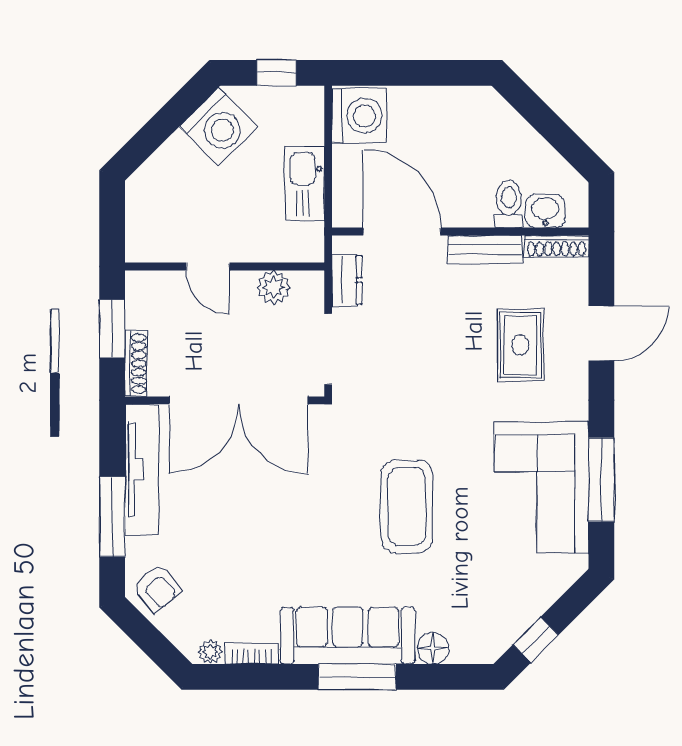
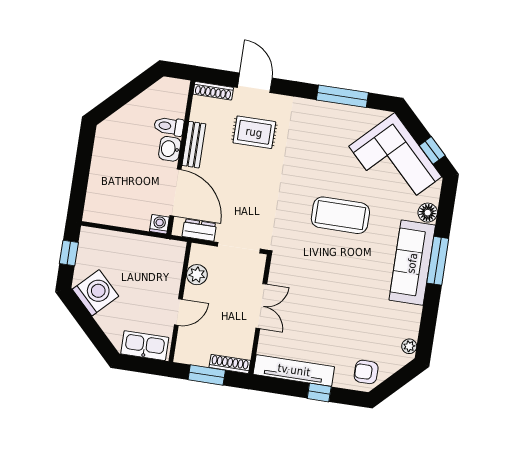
washing machine: (359, 116) -> (159, 224), moved, width x0.53, depth x0.53
kitchen sink: (305, 184) -> (145, 346), moved, turned 180
washbasin: (545, 211) -> (170, 149), moved
door: (402, 232) -> (175, 193), swing flipped
shoe rack: (557, 246) -> (213, 91), moved, turned 90
double door: (239, 400) -> (261, 306), width x0.54
corner sofa: (542, 487) -> (395, 161), moved, turned 45
window: (112, 517) -> (319, 392), width x0.46
armchair: (157, 588) -> (366, 372), turned -140
bookcase: (251, 654) -> (414, 322), removed

